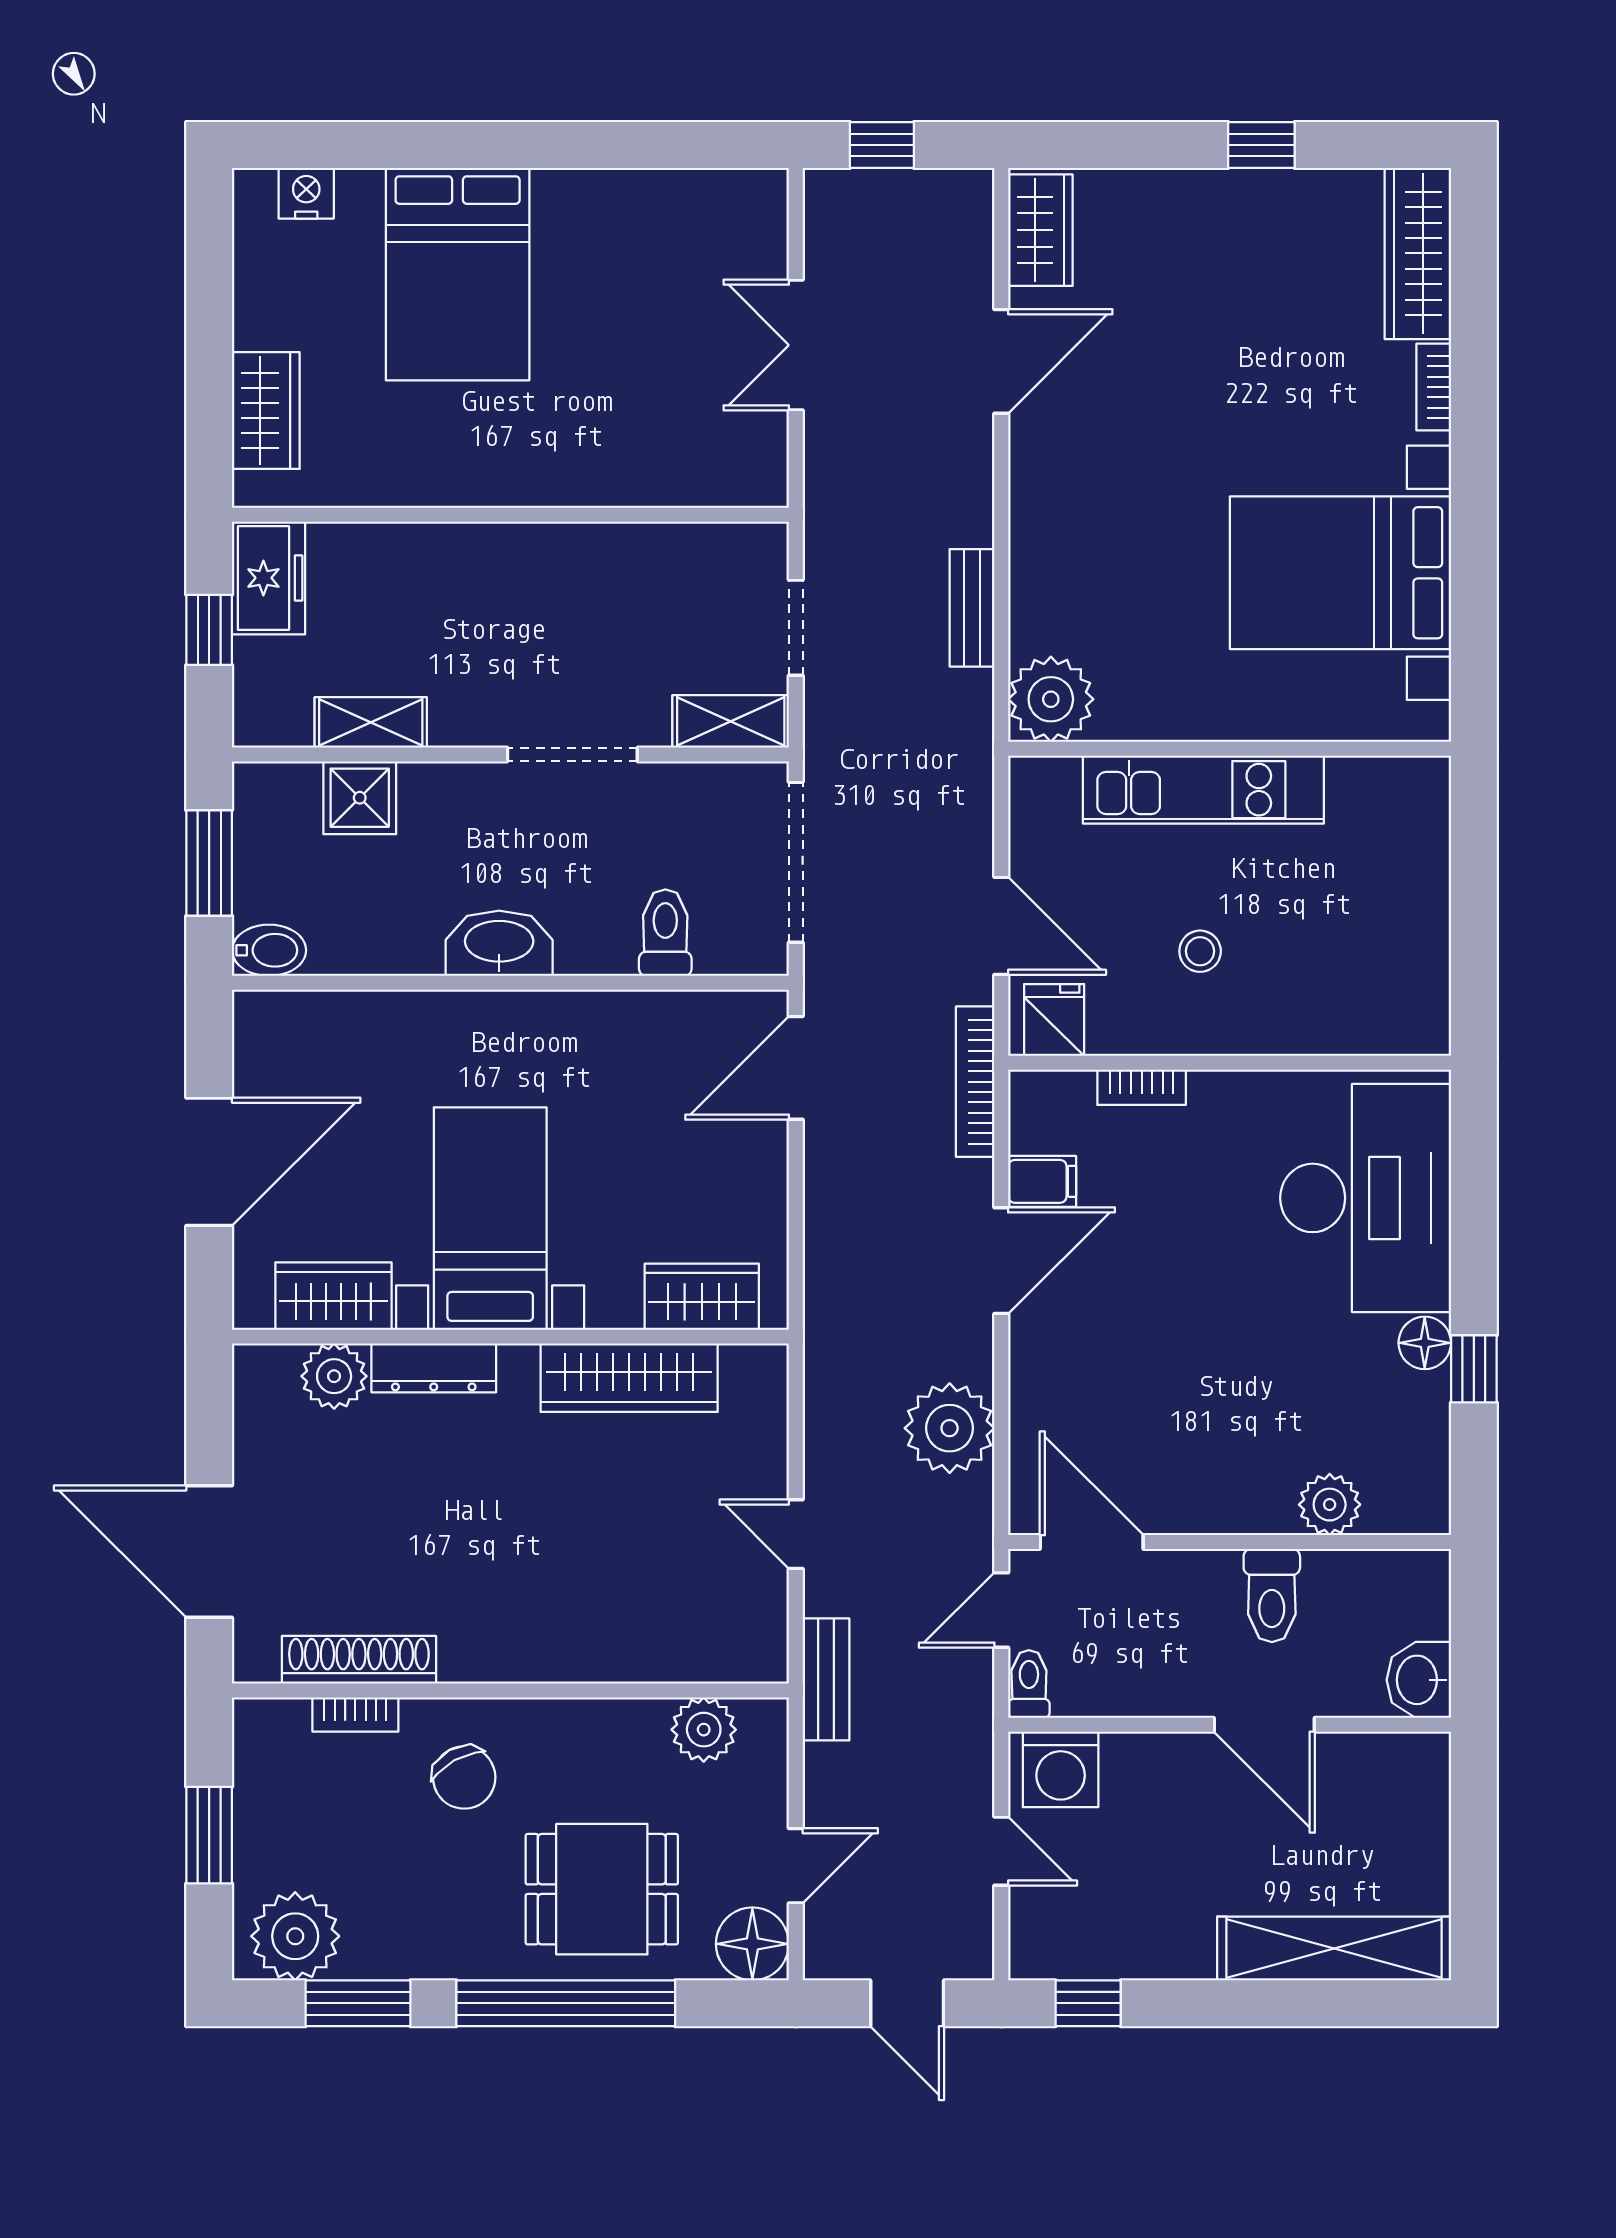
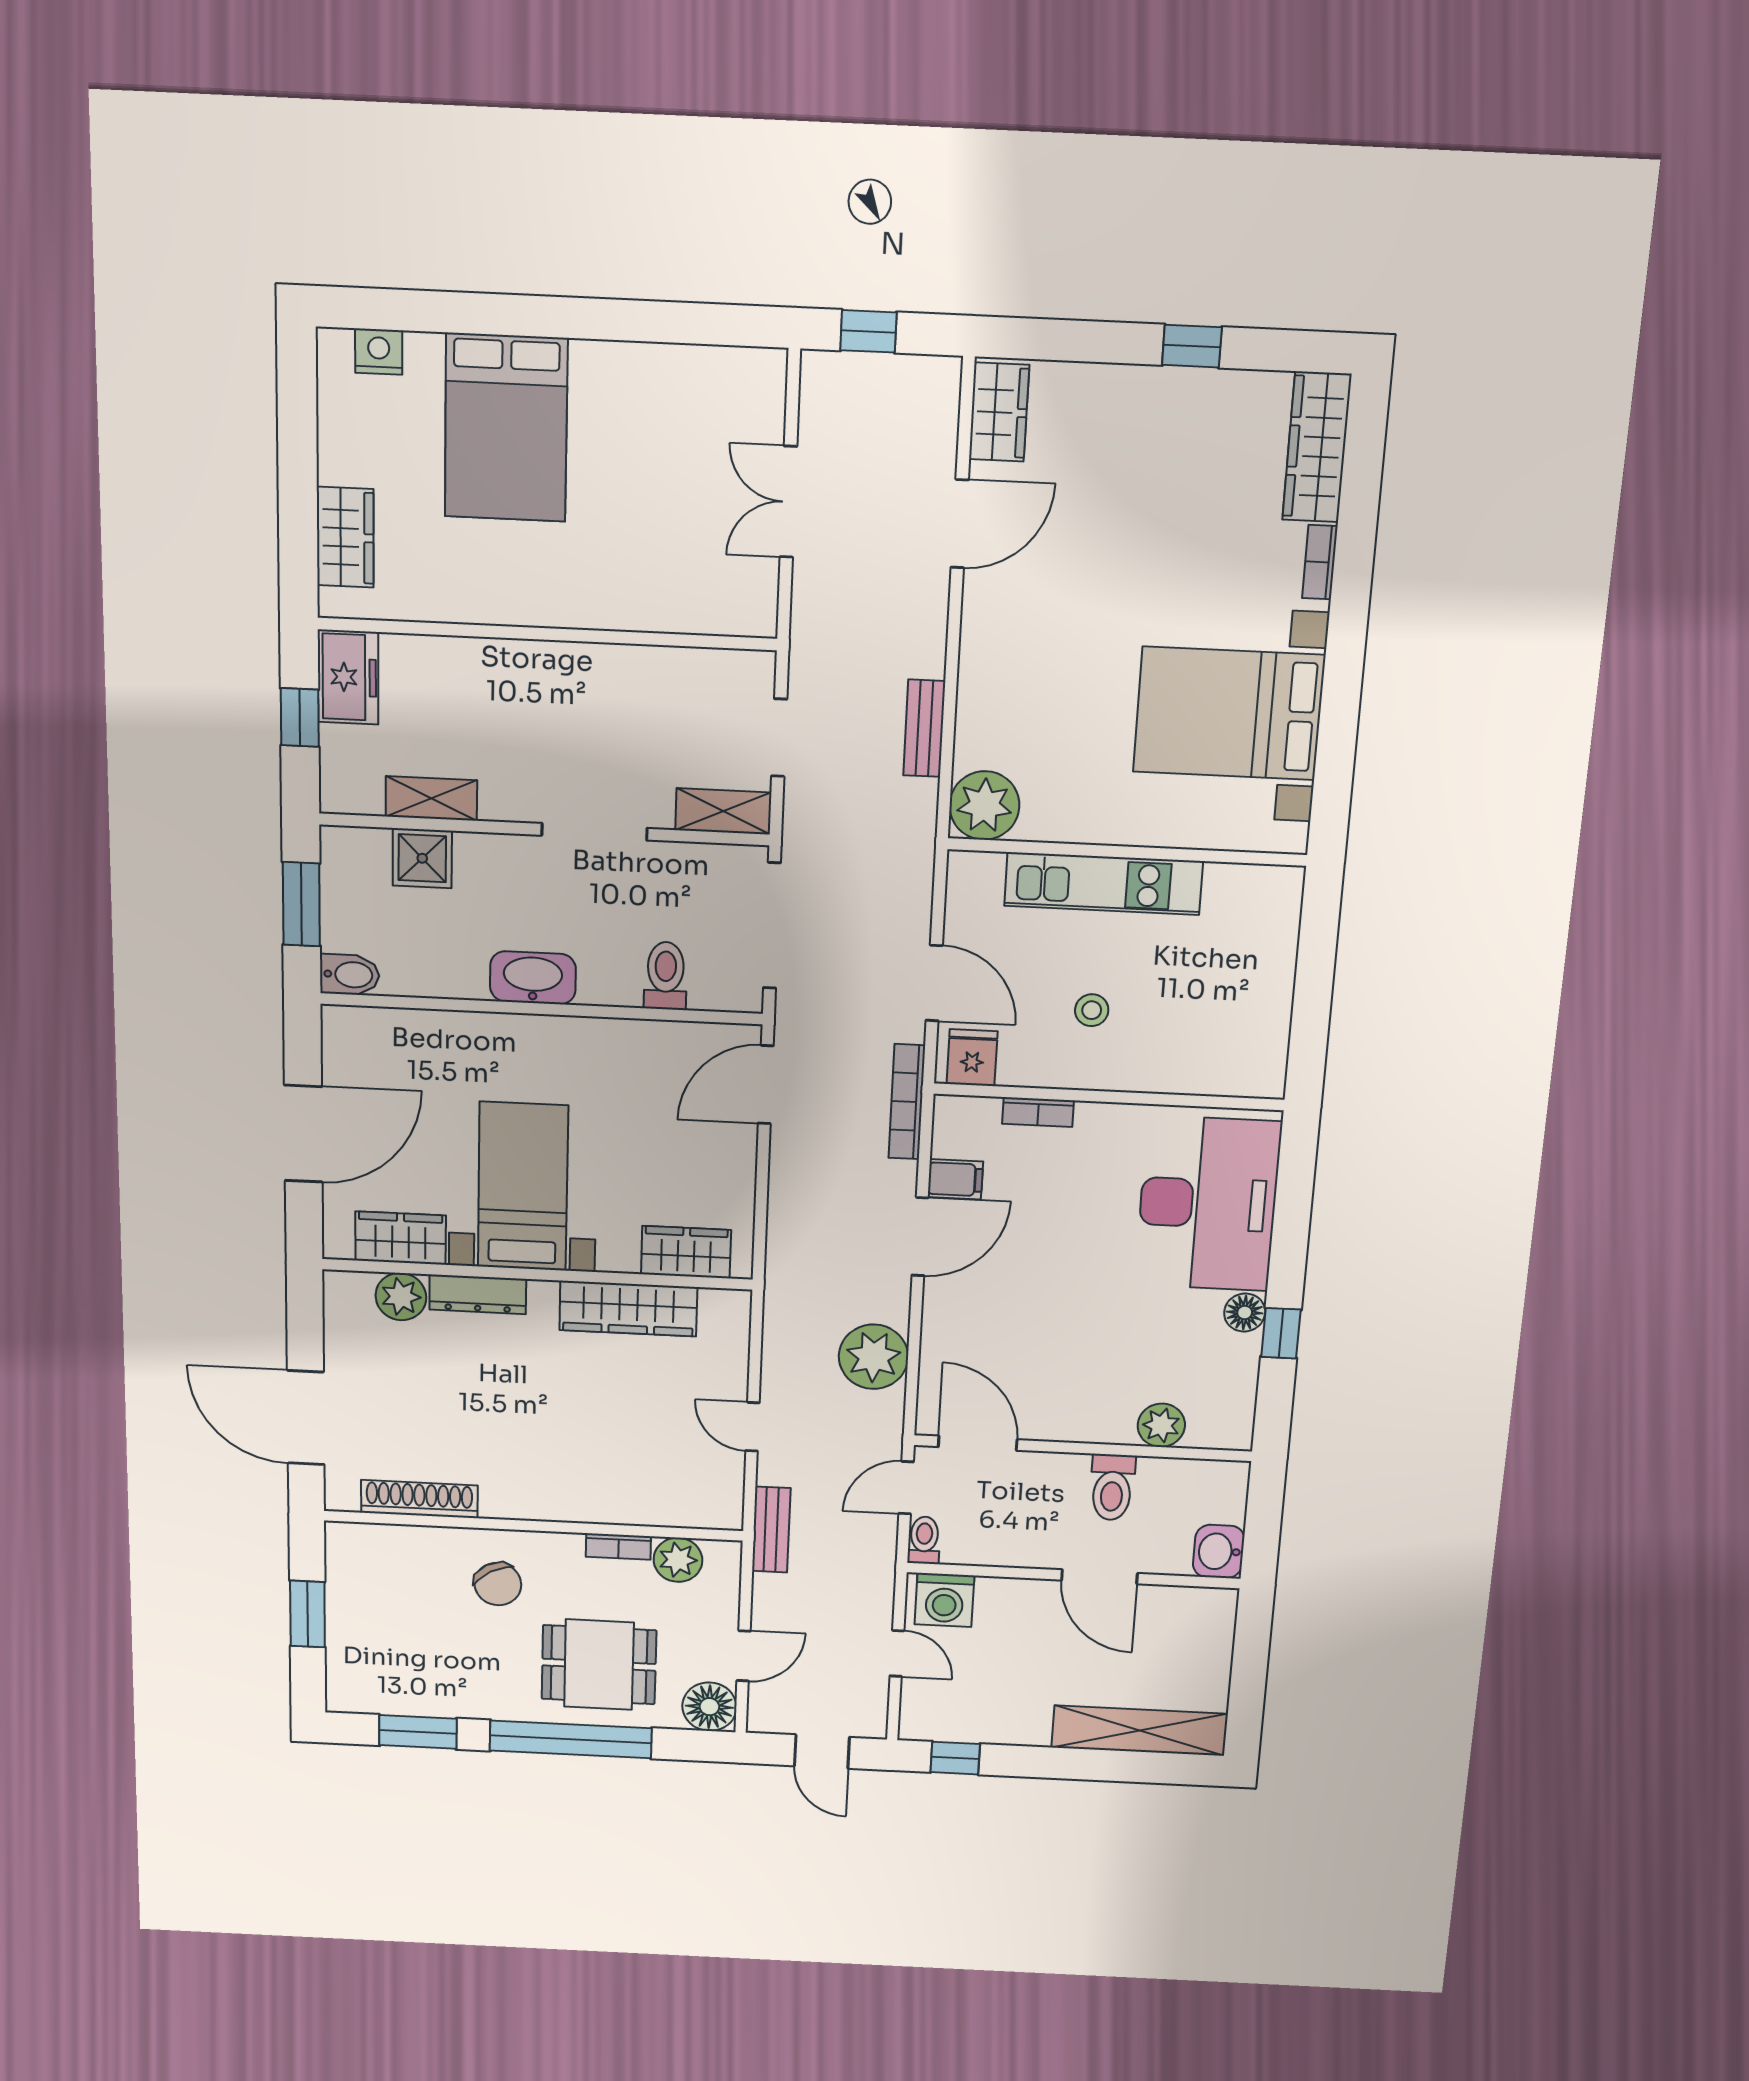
bookcase: (355, 1714) -> (618, 1547), moved
plant: (295, 1936) -> (372, 1685), removed

